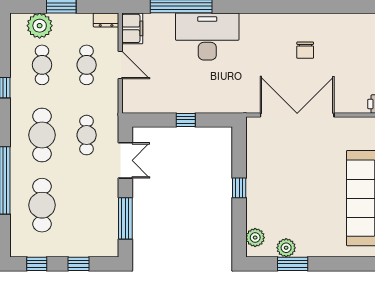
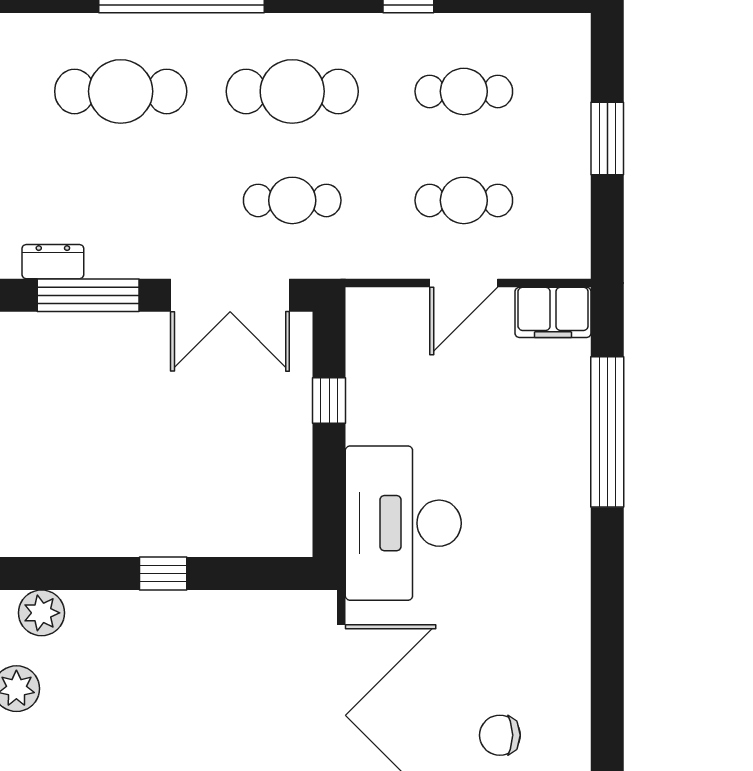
dresser: (106, 20) -> (53, 262), moved, turned 90
plant: (40, 26) -> (560, 85), removed
desk: (207, 37) -> (403, 523), moved, turned 180
window: (186, 120) -> (329, 400), moved
double door: (125, 160) -> (230, 295), width x1.37

